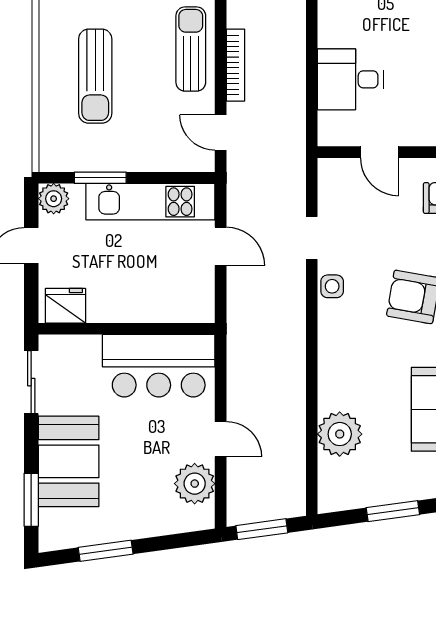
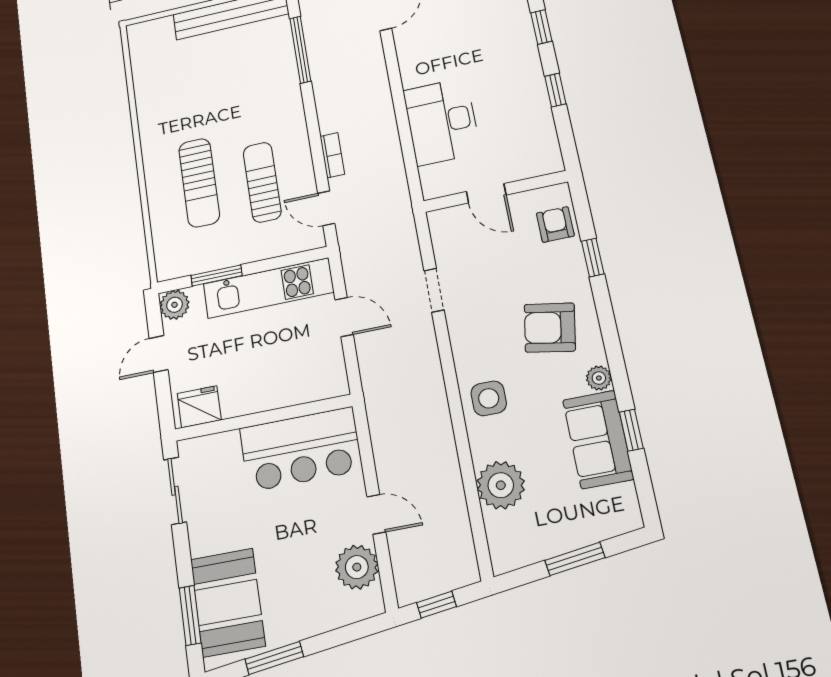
sun lounger: (191, 49) -> (262, 182), moved
bookcase: (236, 65) -> (332, 155), width x0.64
desk: (350, 79) -> (442, 122), width x1.37
side table: (332, 286) -> (489, 398), moved, width x1.37, depth x1.37
booth: (69, 461) -> (228, 602), moved
window: (262, 529) -> (436, 605), width x0.67

